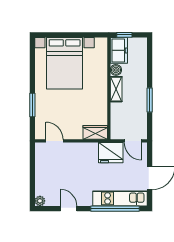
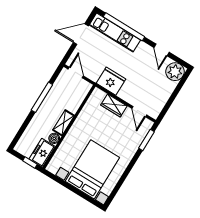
window: (150, 100) -> (42, 97), width x1.44
window: (32, 105) -> (147, 140), moved
wardrobe: (95, 132) -> (114, 105), moved
fridge: (111, 153) -> (111, 81), moved
plant: (40, 201) -> (175, 72), width x1.88, depth x1.88

